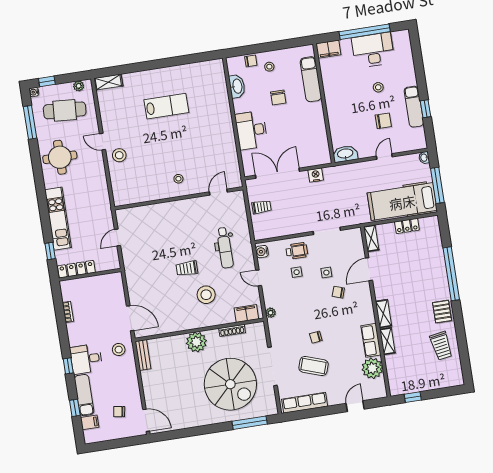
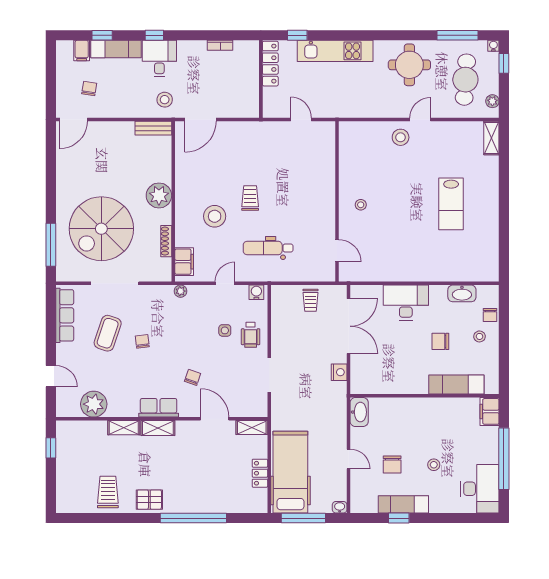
desk: (373, 50) -> (480, 489), moved
side table: (326, 273) -> (219, 367), removed
row of seats: (371, 340) -> (159, 408), moved
trolley: (441, 346) -> (108, 492), turned 99

